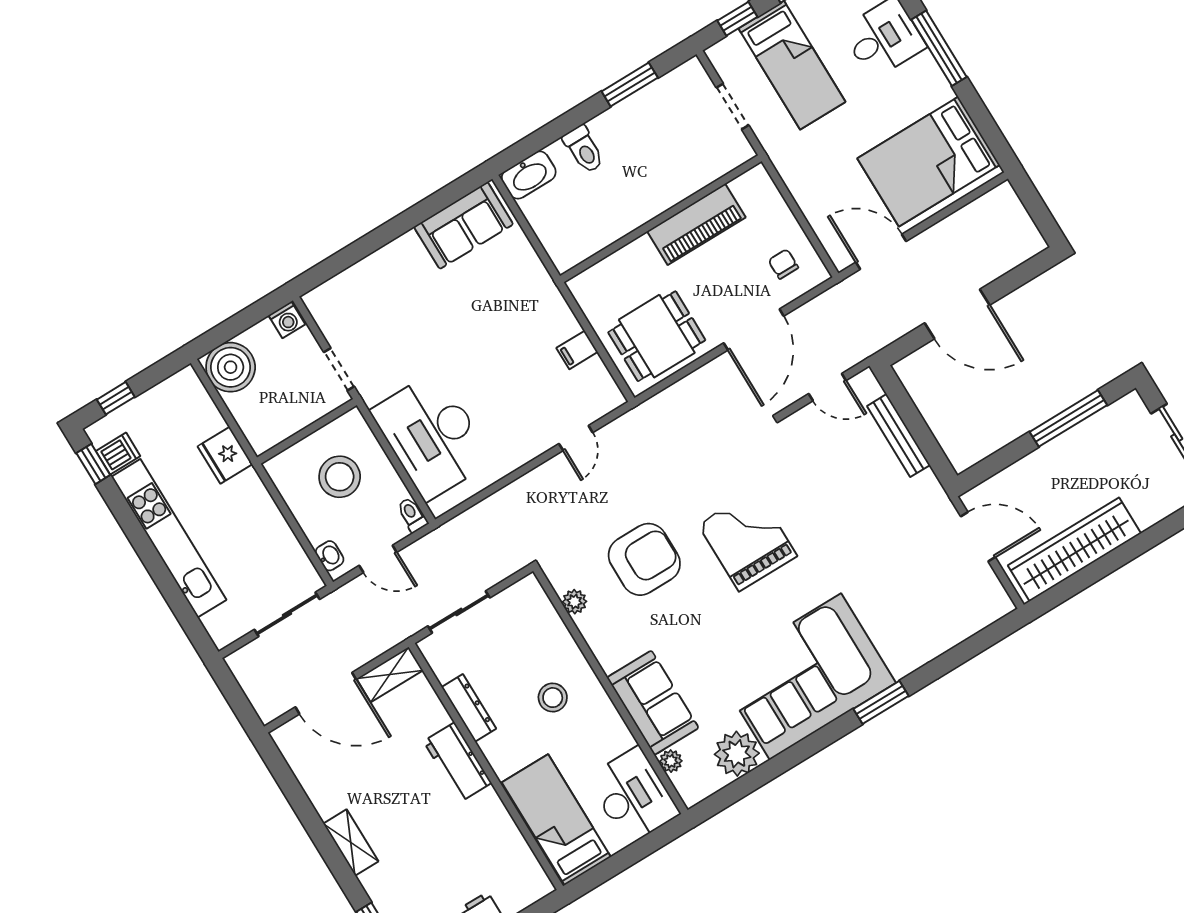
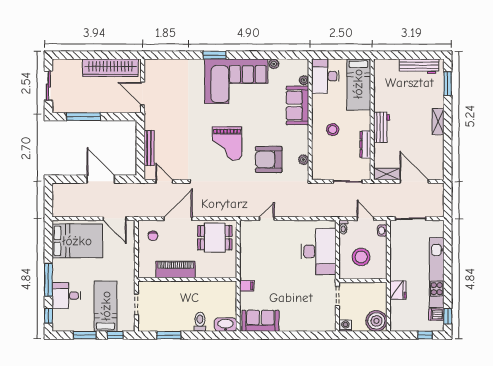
filing cabinet: (577, 350) -> (247, 286), moved
plant: (737, 754) -> (274, 64), width x0.53, depth x0.53

